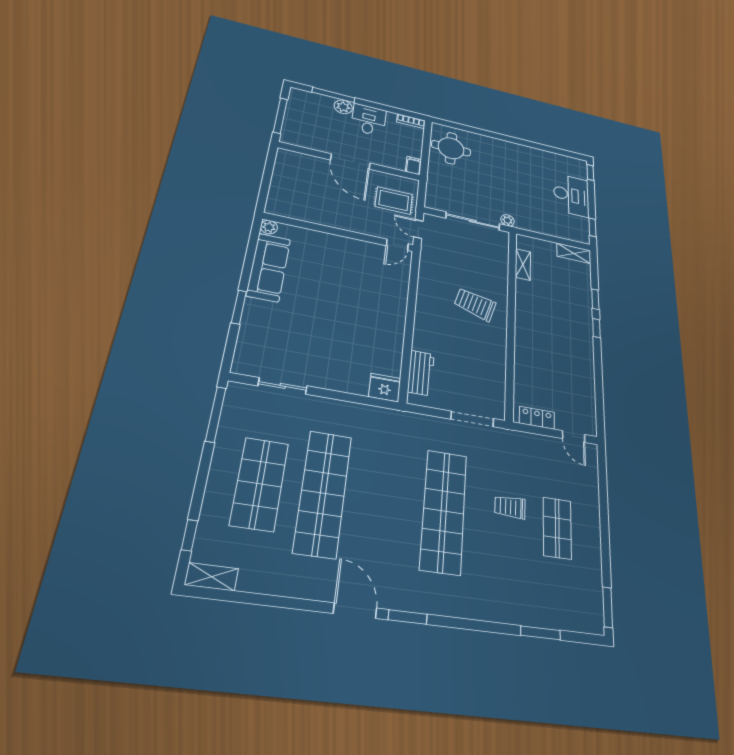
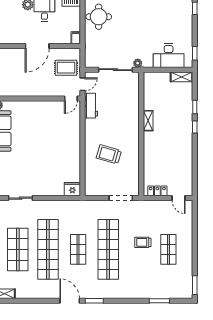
door: (350, 161) -> (37, 46), hinge flipped
desk: (571, 195) -> (169, 56), moved, turned 90
door: (418, 229) -> (82, 84), swing flipped
shelving: (523, 265) -> (148, 121), moved
trolley: (475, 304) -> (109, 154), moved
workbench: (421, 373) -> (91, 106), moved
shop shelf: (384, 502) -> (78, 249), added

